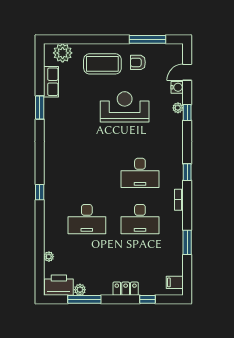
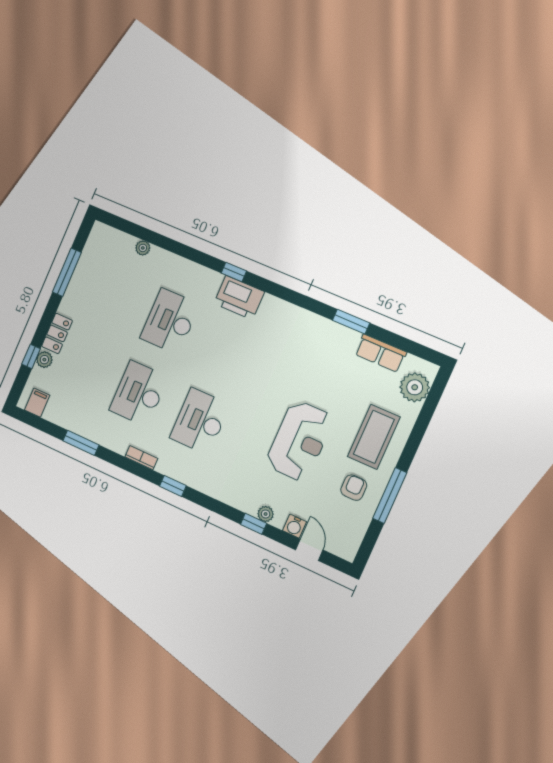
window: (147, 39) -> (390, 496), moved
printer: (59, 285) -> (239, 298), moved, turned 90
plant: (80, 290) -> (44, 360), moved

